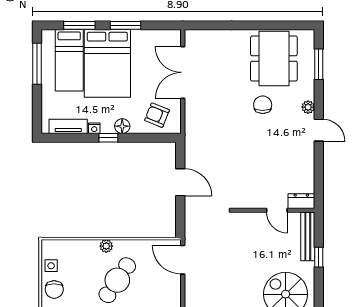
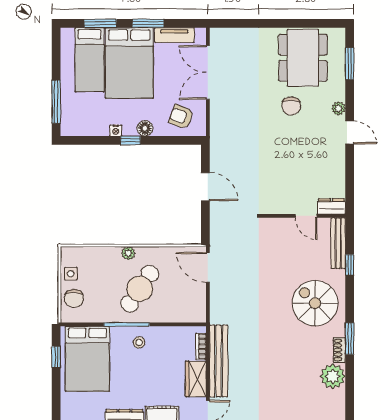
window: (37, 64) -> (56, 102), moved
chair: (263, 105) -> (291, 106), turned 180
tv unit: (68, 126) -> (174, 35), moved, turned 180

